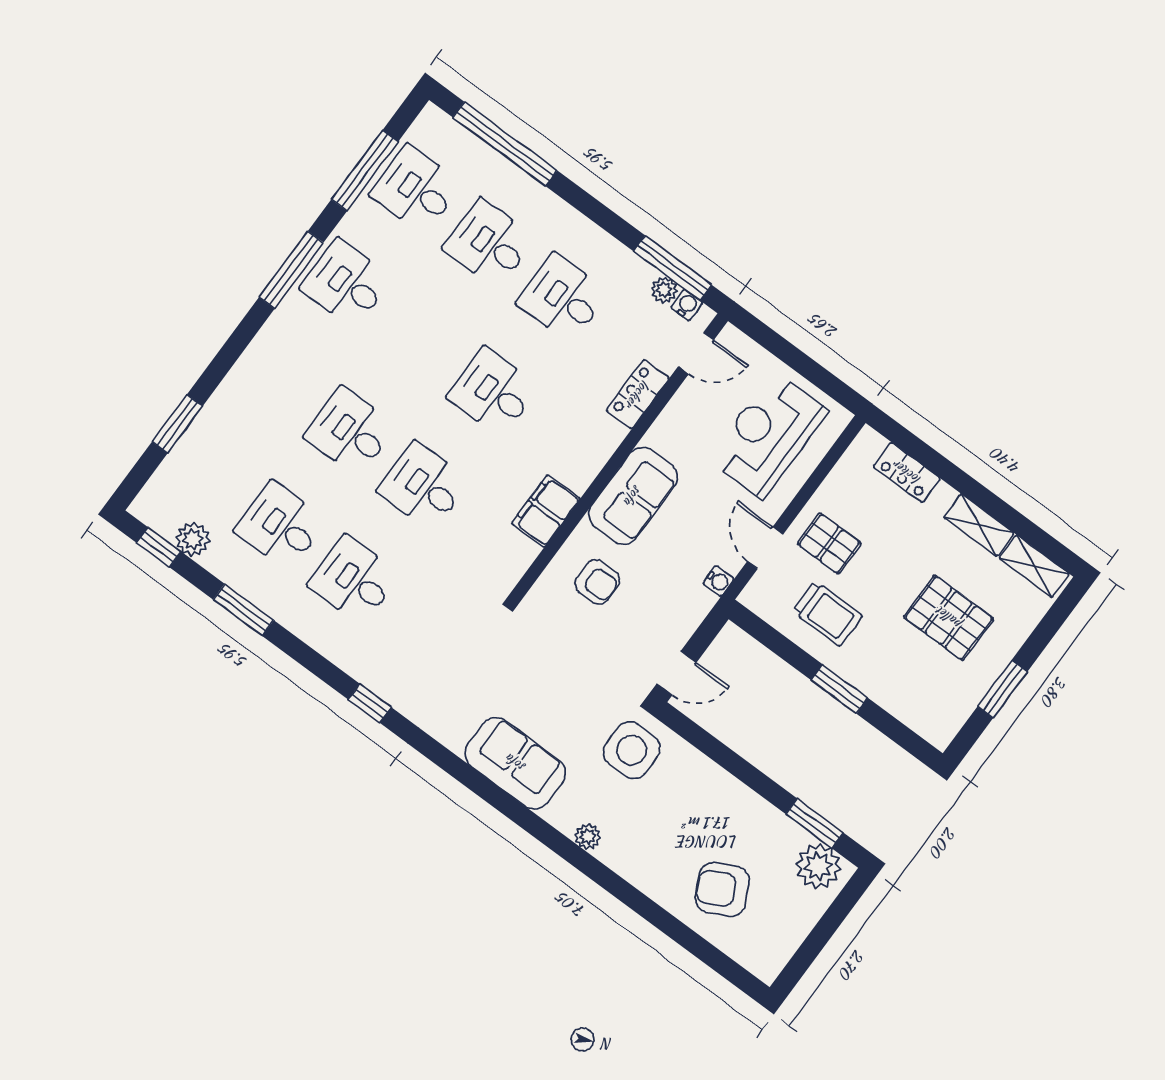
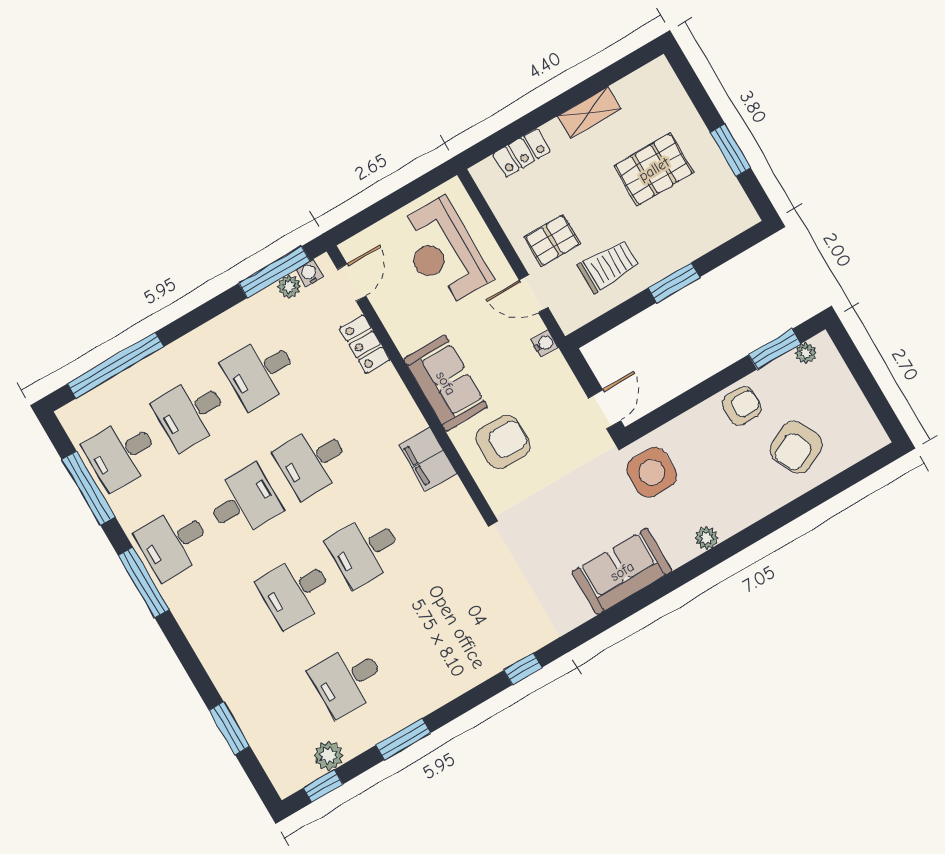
shelving: (1034, 566) -> (642, 82), removed
desk: (354, 580) -> (243, 502), moved, turned 180
armchair: (597, 582) -> (503, 442), width x1.38, depth x1.38
armchair: (741, 814) -> (742, 406), added
plant: (818, 866) -> (806, 353), width x0.53, depth x0.53

